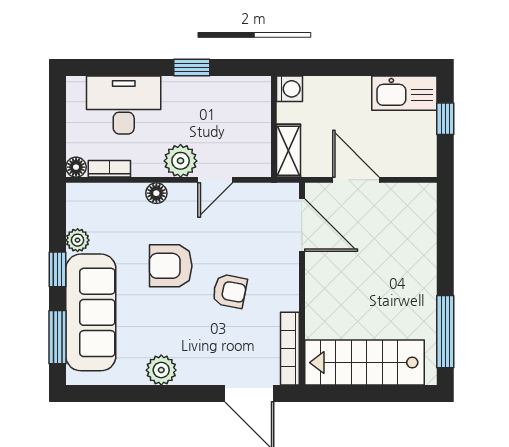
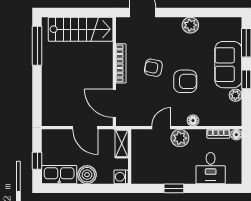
boiler: (353, 93) -> (87, 175), added
desk: (124, 105) -> (211, 168), width x0.73
sofa: (91, 312) -> (228, 65), width x0.73
bookcase: (290, 349) -> (121, 63), moved

